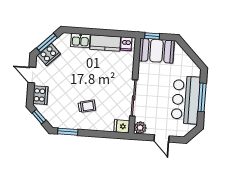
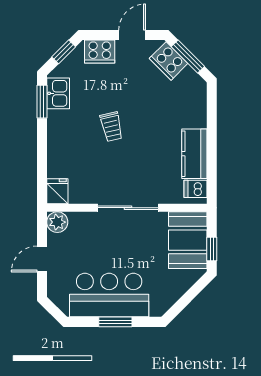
window: (152, 36) -> (212, 249), moved
kitchen sink: (80, 41) -> (58, 93), moved, turned 180
window: (202, 97) -> (115, 322), width x0.69
sliding door: (134, 98) -> (128, 208), moved
trolley: (87, 106) -> (112, 127), moved

